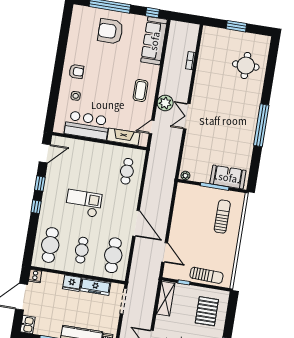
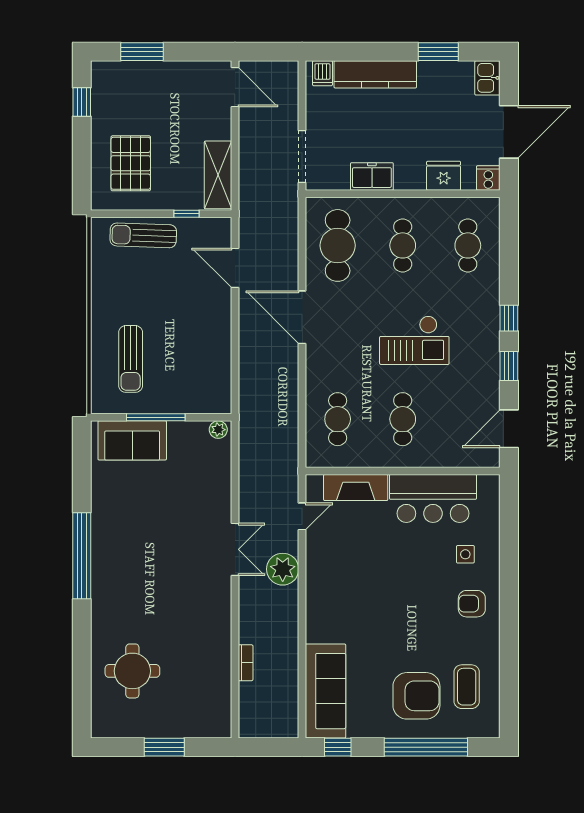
coffee table: (140, 91) -> (467, 687), moved
cafe table: (95, 166) -> (403, 419), added
cafe table: (50, 245) -> (468, 245), width x0.73, depth x0.74
fridge: (72, 283) -> (444, 176), moved
freezer: (95, 287) -> (372, 176), width x0.71

